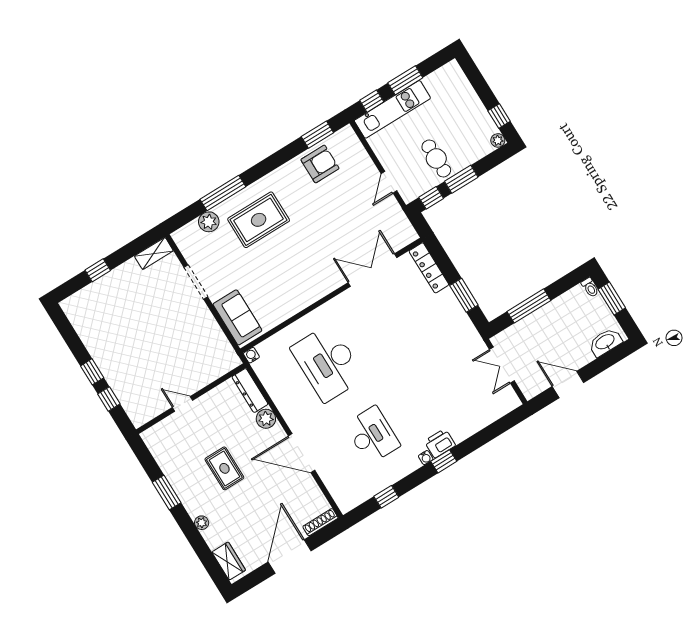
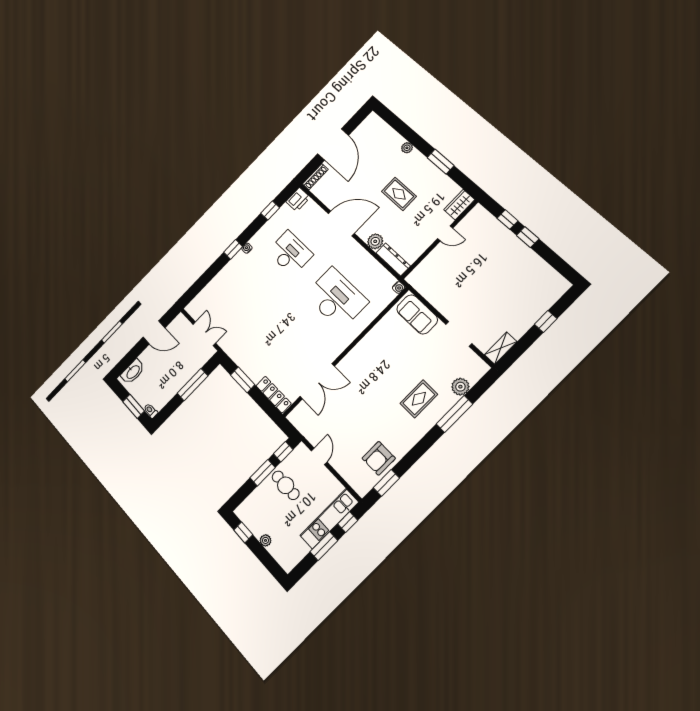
plant: (498, 140) -> (265, 540), moved
rug: (259, 220) -> (419, 399), width x0.73, depth x0.70
desk: (372, 435) -> (290, 253), turned 180
printer: (440, 443) -> (298, 200), moved
wardrobe: (229, 561) -> (459, 205), moved, turned 90

